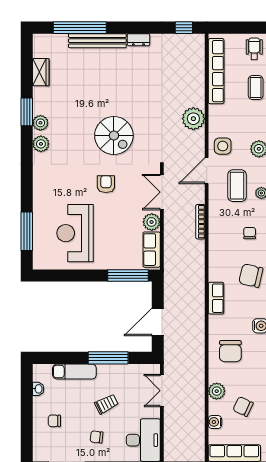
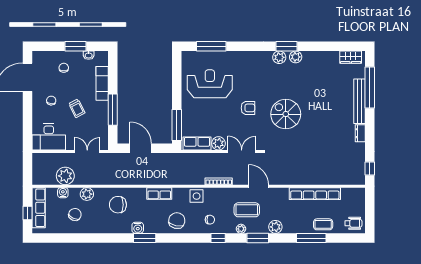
row of seats: (216, 71) -> (315, 194), moved
wardrobe: (41, 72) -> (351, 57), moved
window: (27, 112) -> (286, 46), moved
plant: (193, 119) -> (65, 176), moved
spiral stairs: (114, 136) -> (286, 114), turned 90
side table: (223, 146) -> (197, 196), moved
window: (27, 406) -> (76, 46), added

